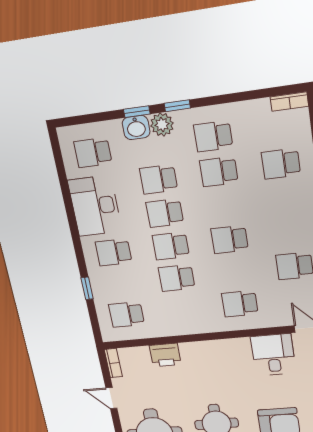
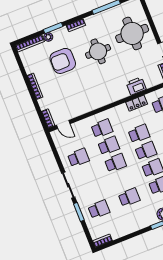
school desk: (213, 136) -> (109, 146), moved
locker: (170, 328) -> (137, 103), added
desk: (273, 355) -> (77, 104), removed

